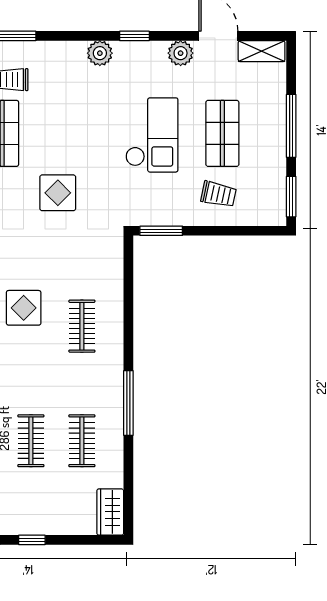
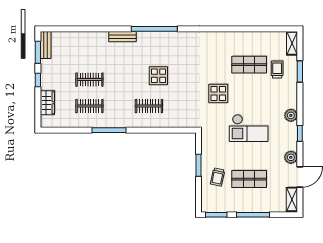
checkout: (152, 135) -> (249, 128), moved
window: (161, 231) -> (199, 165), moved
wardrobe: (110, 512) -> (47, 103), moved, turned 90

